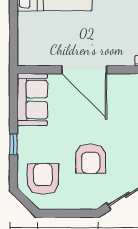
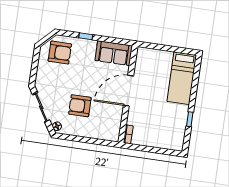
armchair: (91, 159) -> (80, 106), moved

